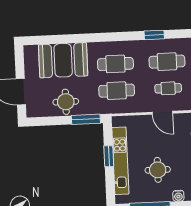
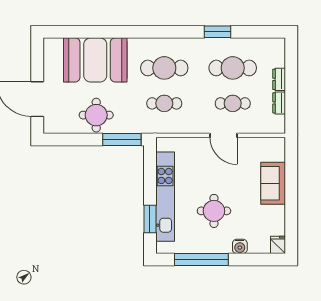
cafe table: (117, 91) -> (164, 103), width x0.73, depth x0.74
window: (109, 156) -> (150, 219), moved

